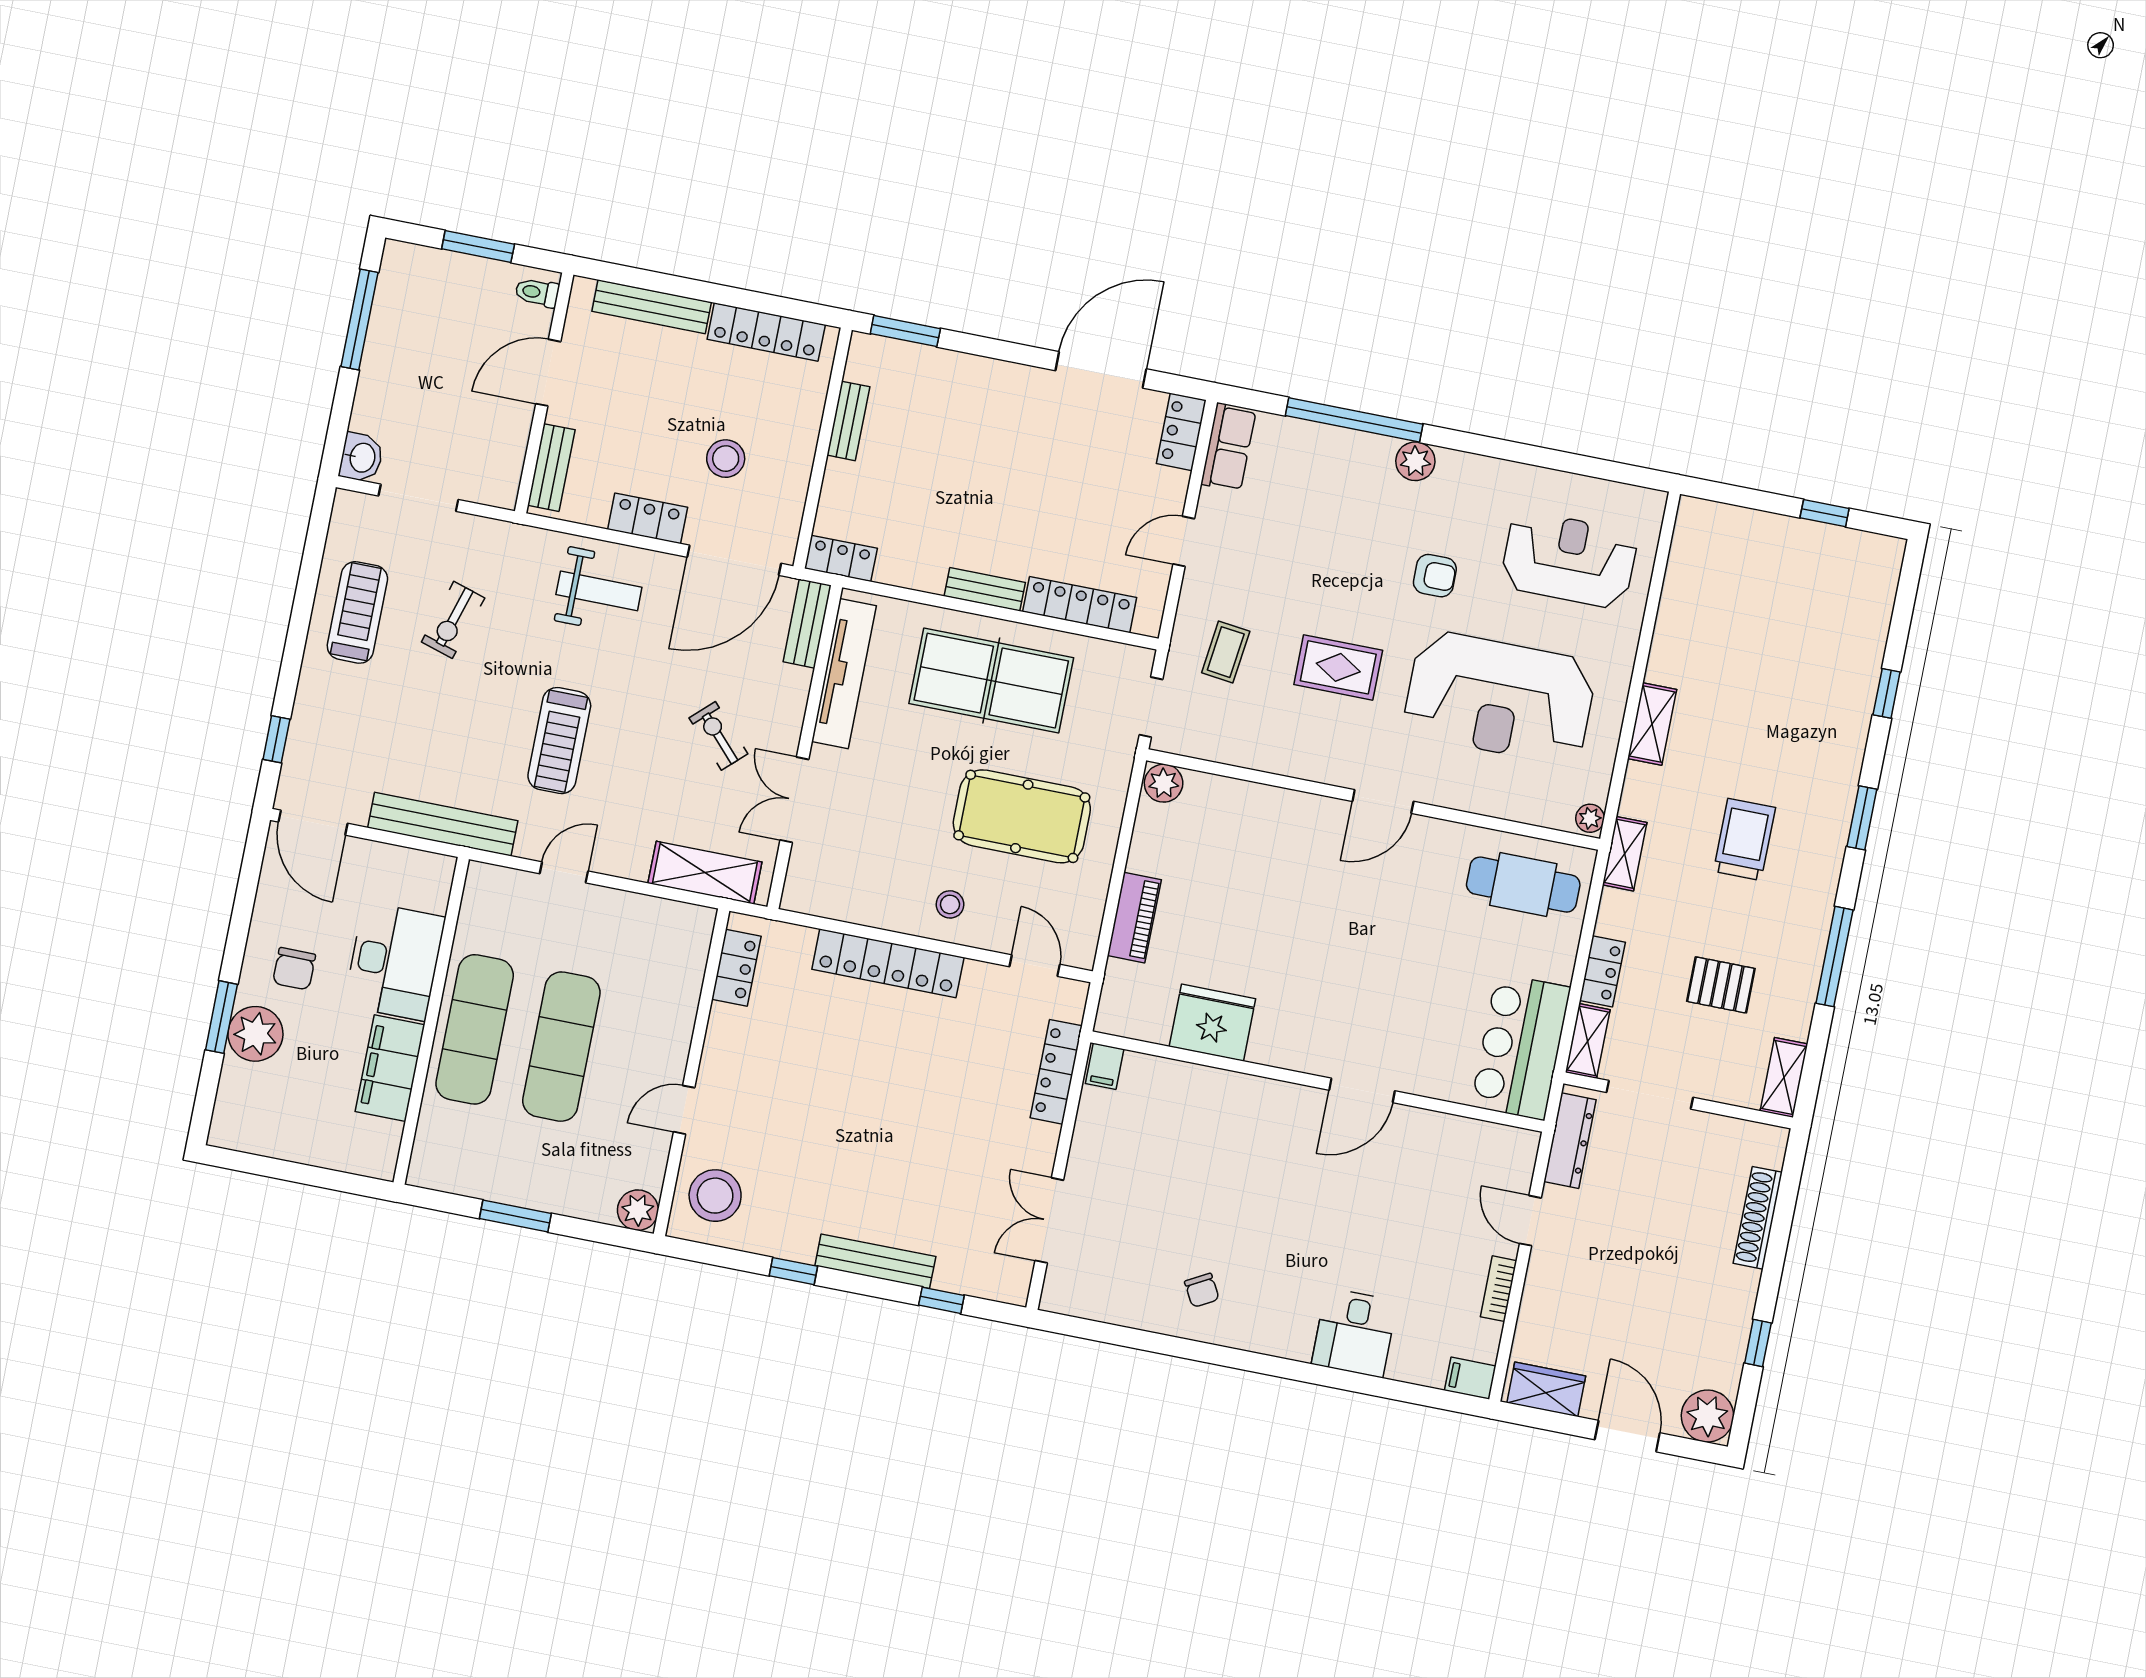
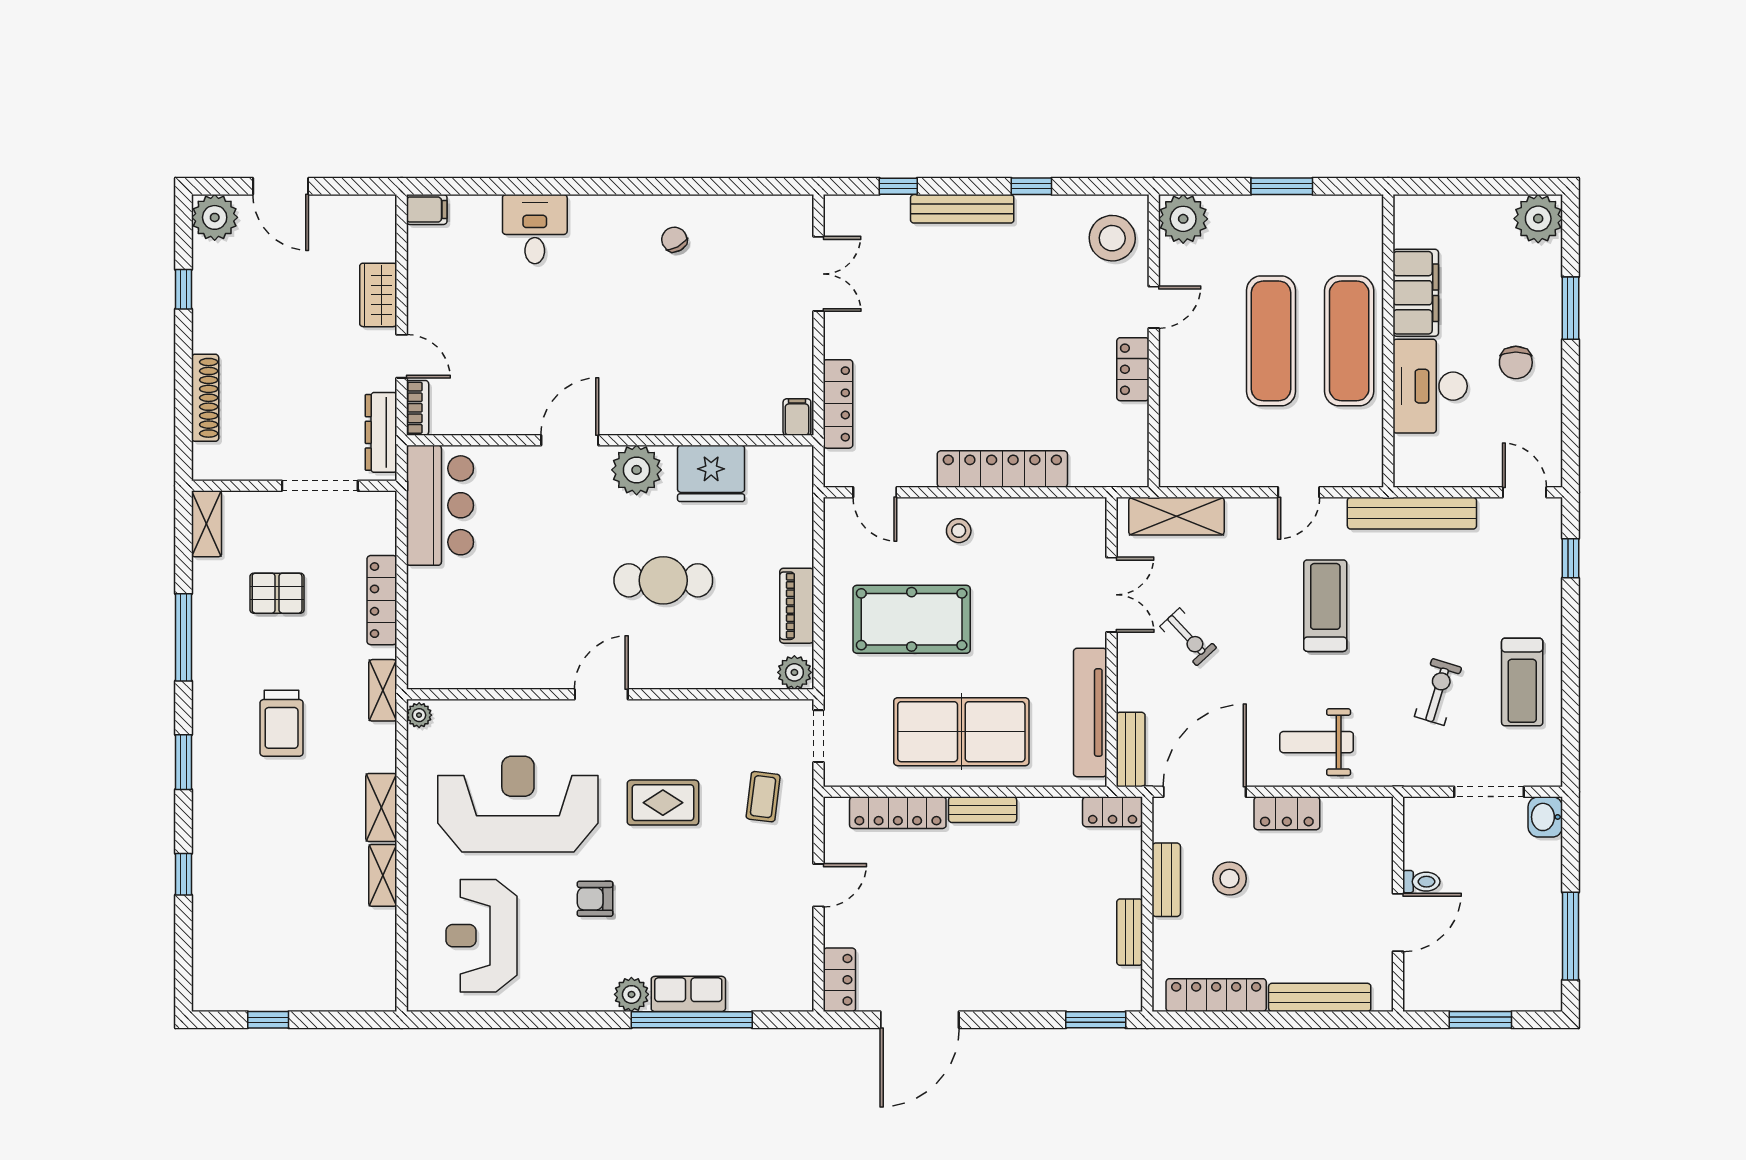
toilet: (537, 292) -> (1421, 882), moved
row of seats: (1229, 447) -> (688, 994), moved, turned 90
bench: (551, 468) -> (1166, 880), moved
reception desk: (1569, 560) -> (482, 936), turned 90
door: (313, 823) -> (1525, 492), width x0.73
cafe table: (1523, 885) -> (663, 580), moved
piano: (1134, 918) -> (797, 606), moved
locker: (736, 968) -> (1133, 369), moved
chair: (294, 969) -> (1516, 362), turned 180
locker: (1602, 971) -> (382, 600), width x1.53
plant: (255, 1034) -> (1538, 219), moved
shelving: (1588, 1041) -> (383, 875), moved
plant: (1294, 1043) -> (637, 470), added
plant: (638, 1210) -> (1183, 219), width x1.36, depth x1.36
bookcase: (1499, 1289) -> (418, 408), moved
wardrobe: (1546, 1389) -> (378, 295), moved, turned 90

